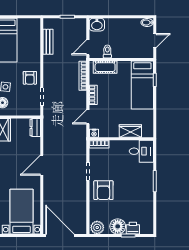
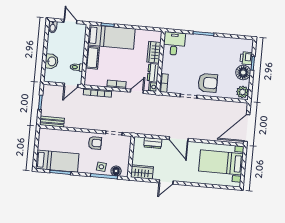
washbasin: (97, 25) -> (51, 61), moved
bench: (48, 42) -> (52, 122), moved
door: (88, 47) -> (71, 85), hinge flipped
cot: (105, 67) -> (92, 58), moved
door: (88, 117) -> (137, 91), swing flipped
dresser: (35, 128) -> (153, 143), moved
dresser: (109, 132) -> (153, 73), added

